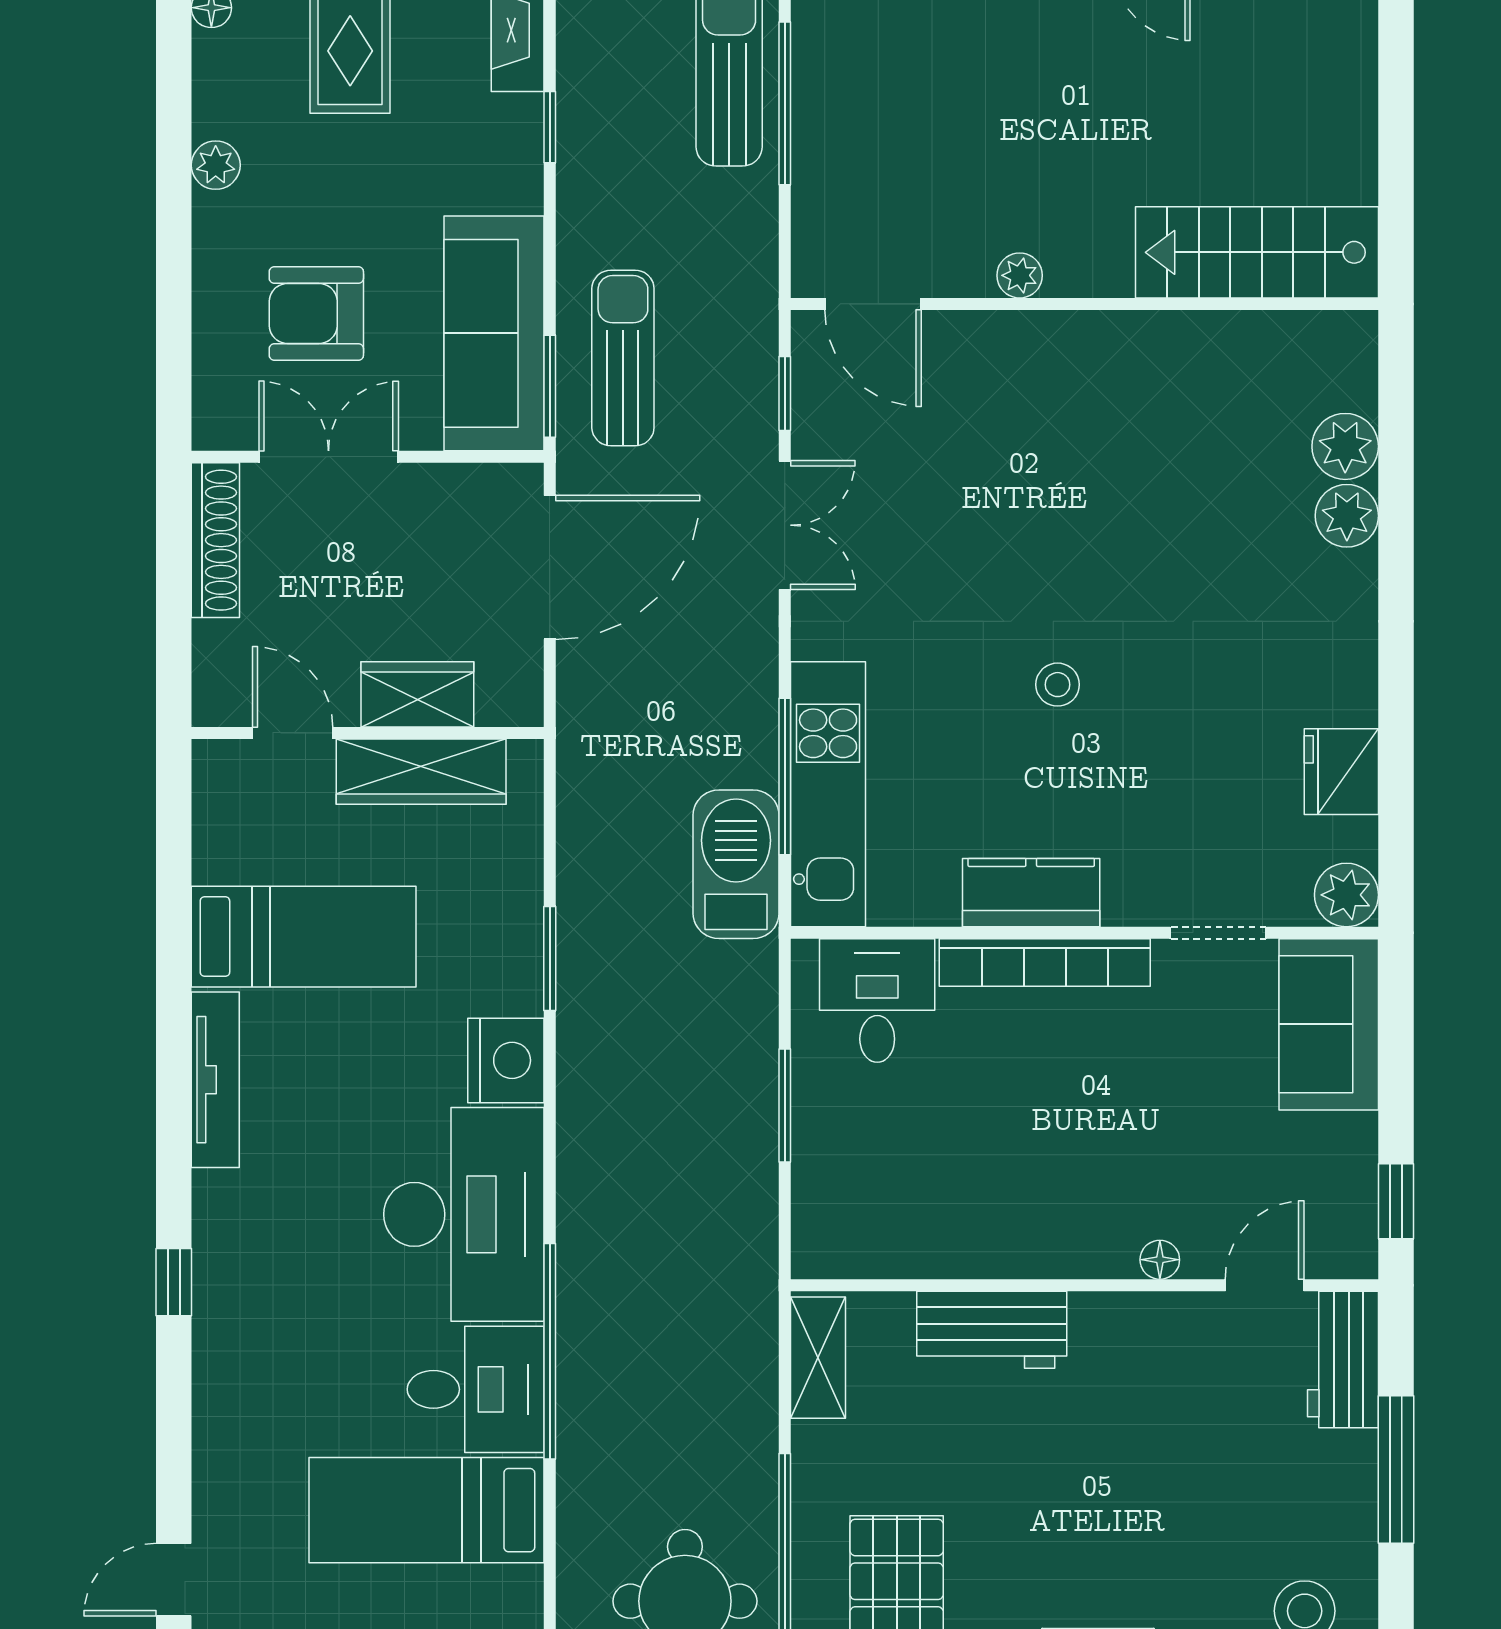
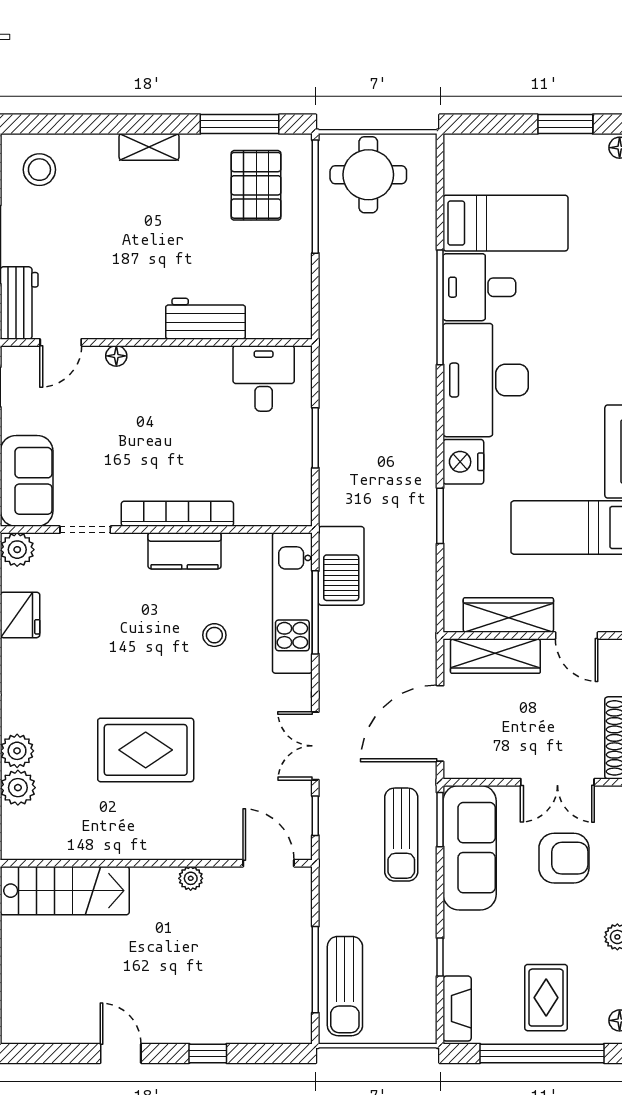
rug: (1104, 517) -> (146, 750), added
stool: (1058, 685) -> (214, 635), moved
wardrobe: (417, 694) -> (495, 656), width x1.50
desk: (877, 1001) -> (264, 378), moved, turned 180
shelving: (818, 1358) -> (298, 304), removed

